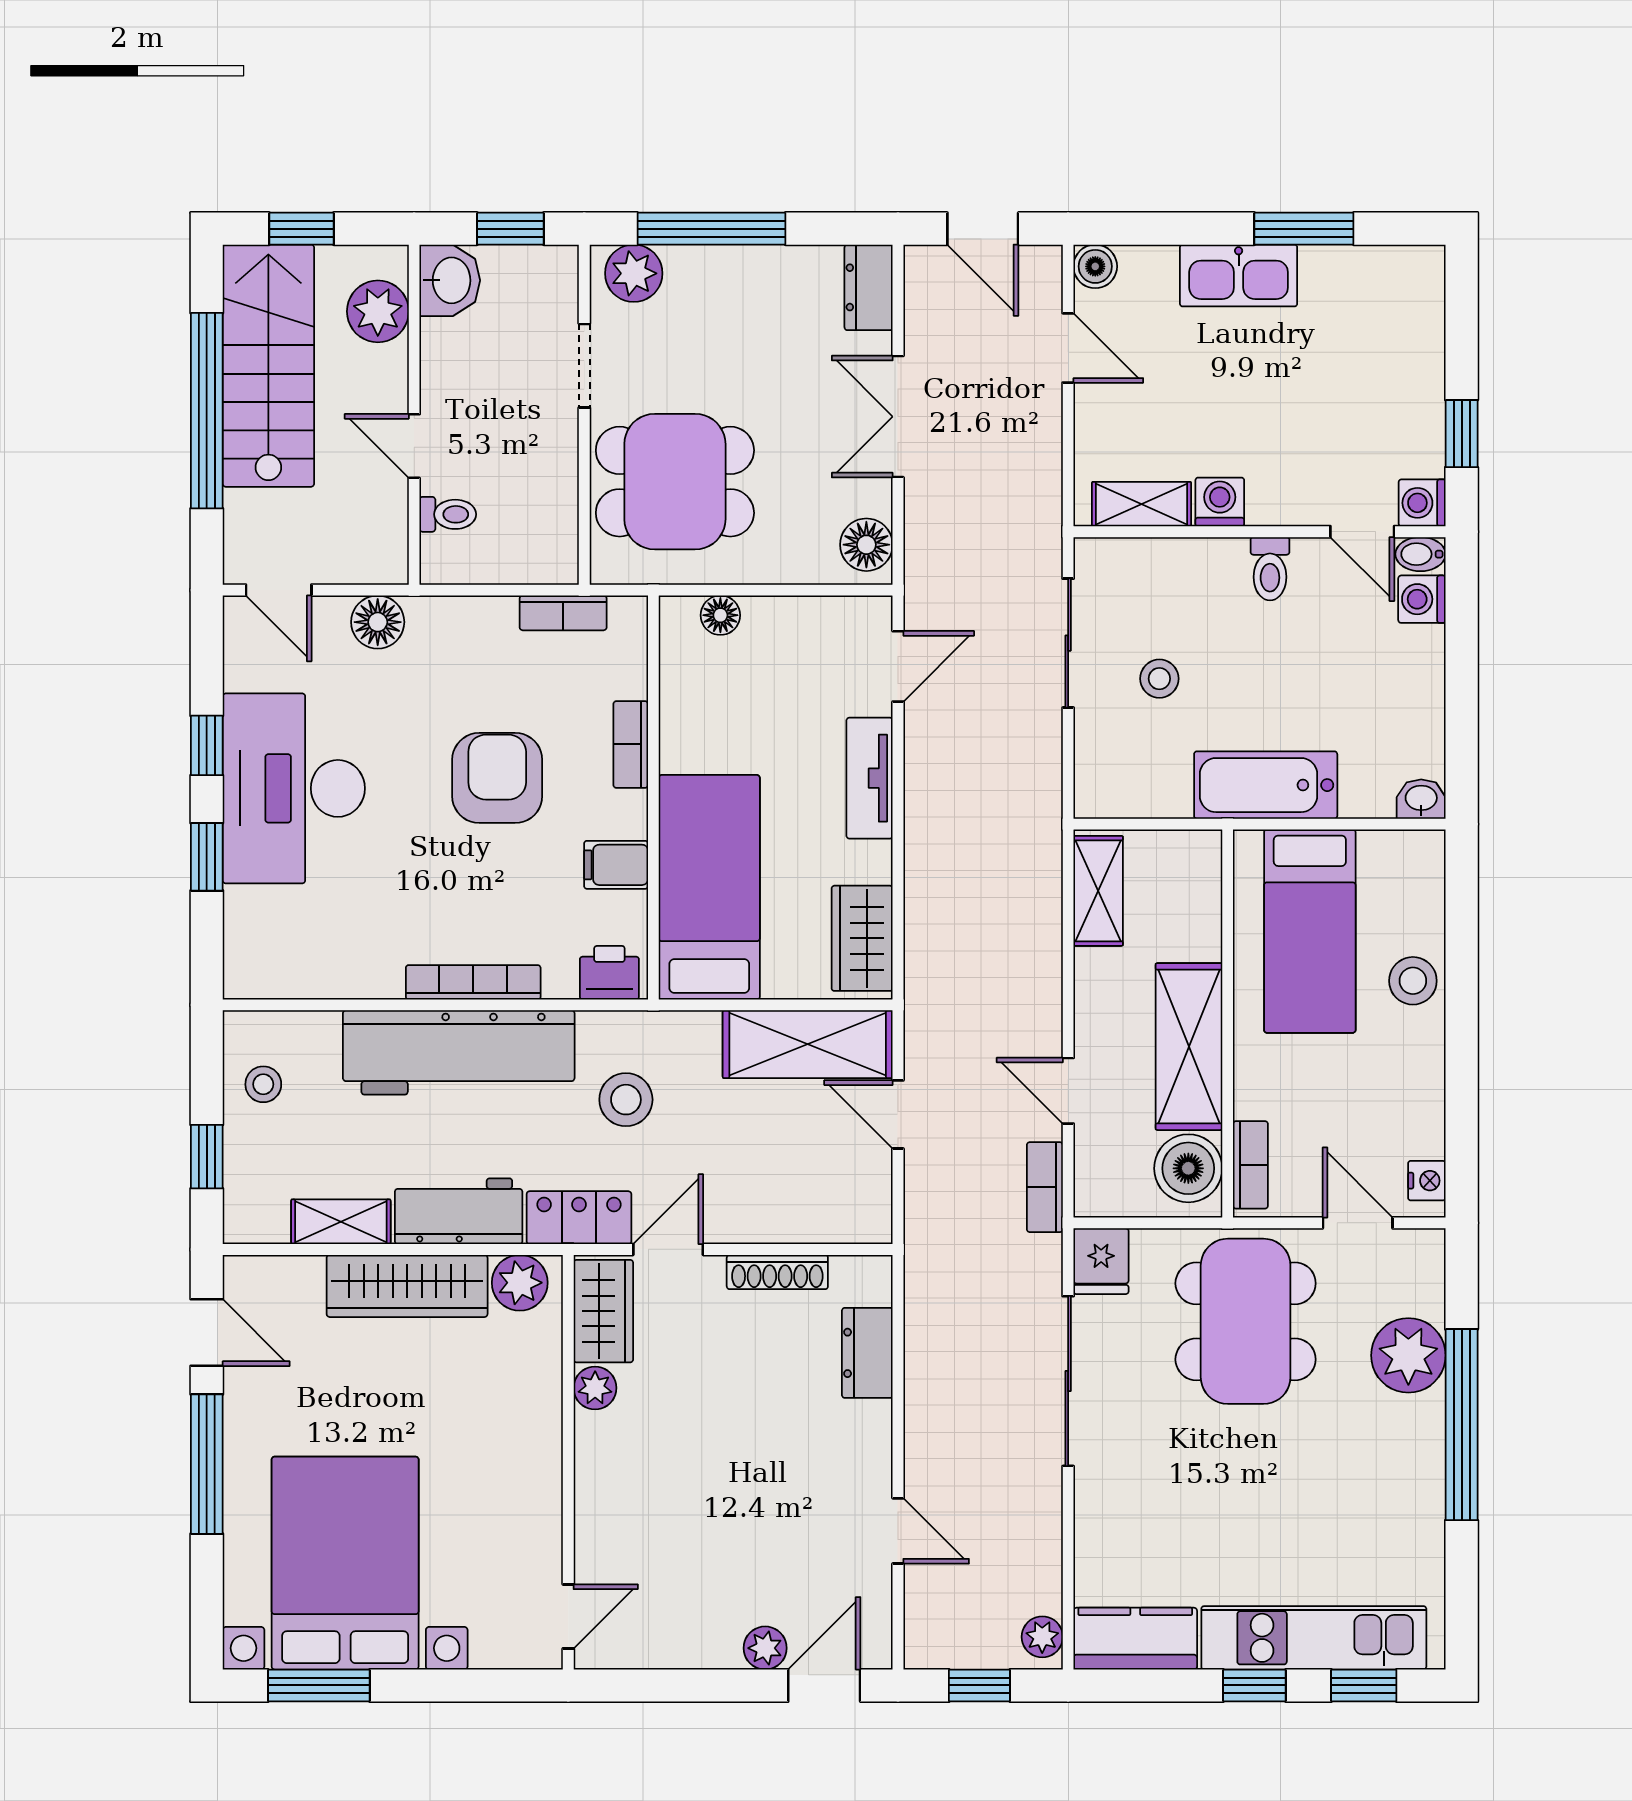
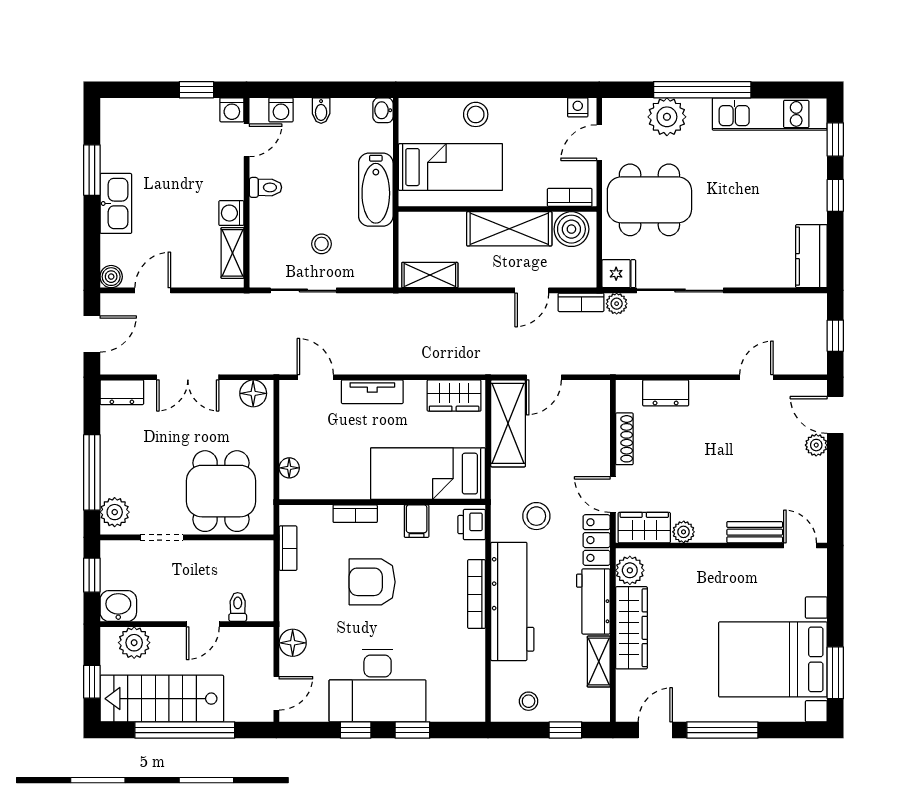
bidet: (1420, 554) -> (321, 111), moved
bench: (594, 1527) -> (755, 532), added
plant: (1042, 1637) -> (617, 304), moved
kitchen unit: (1314, 1638) -> (770, 114), moved, turned -90

